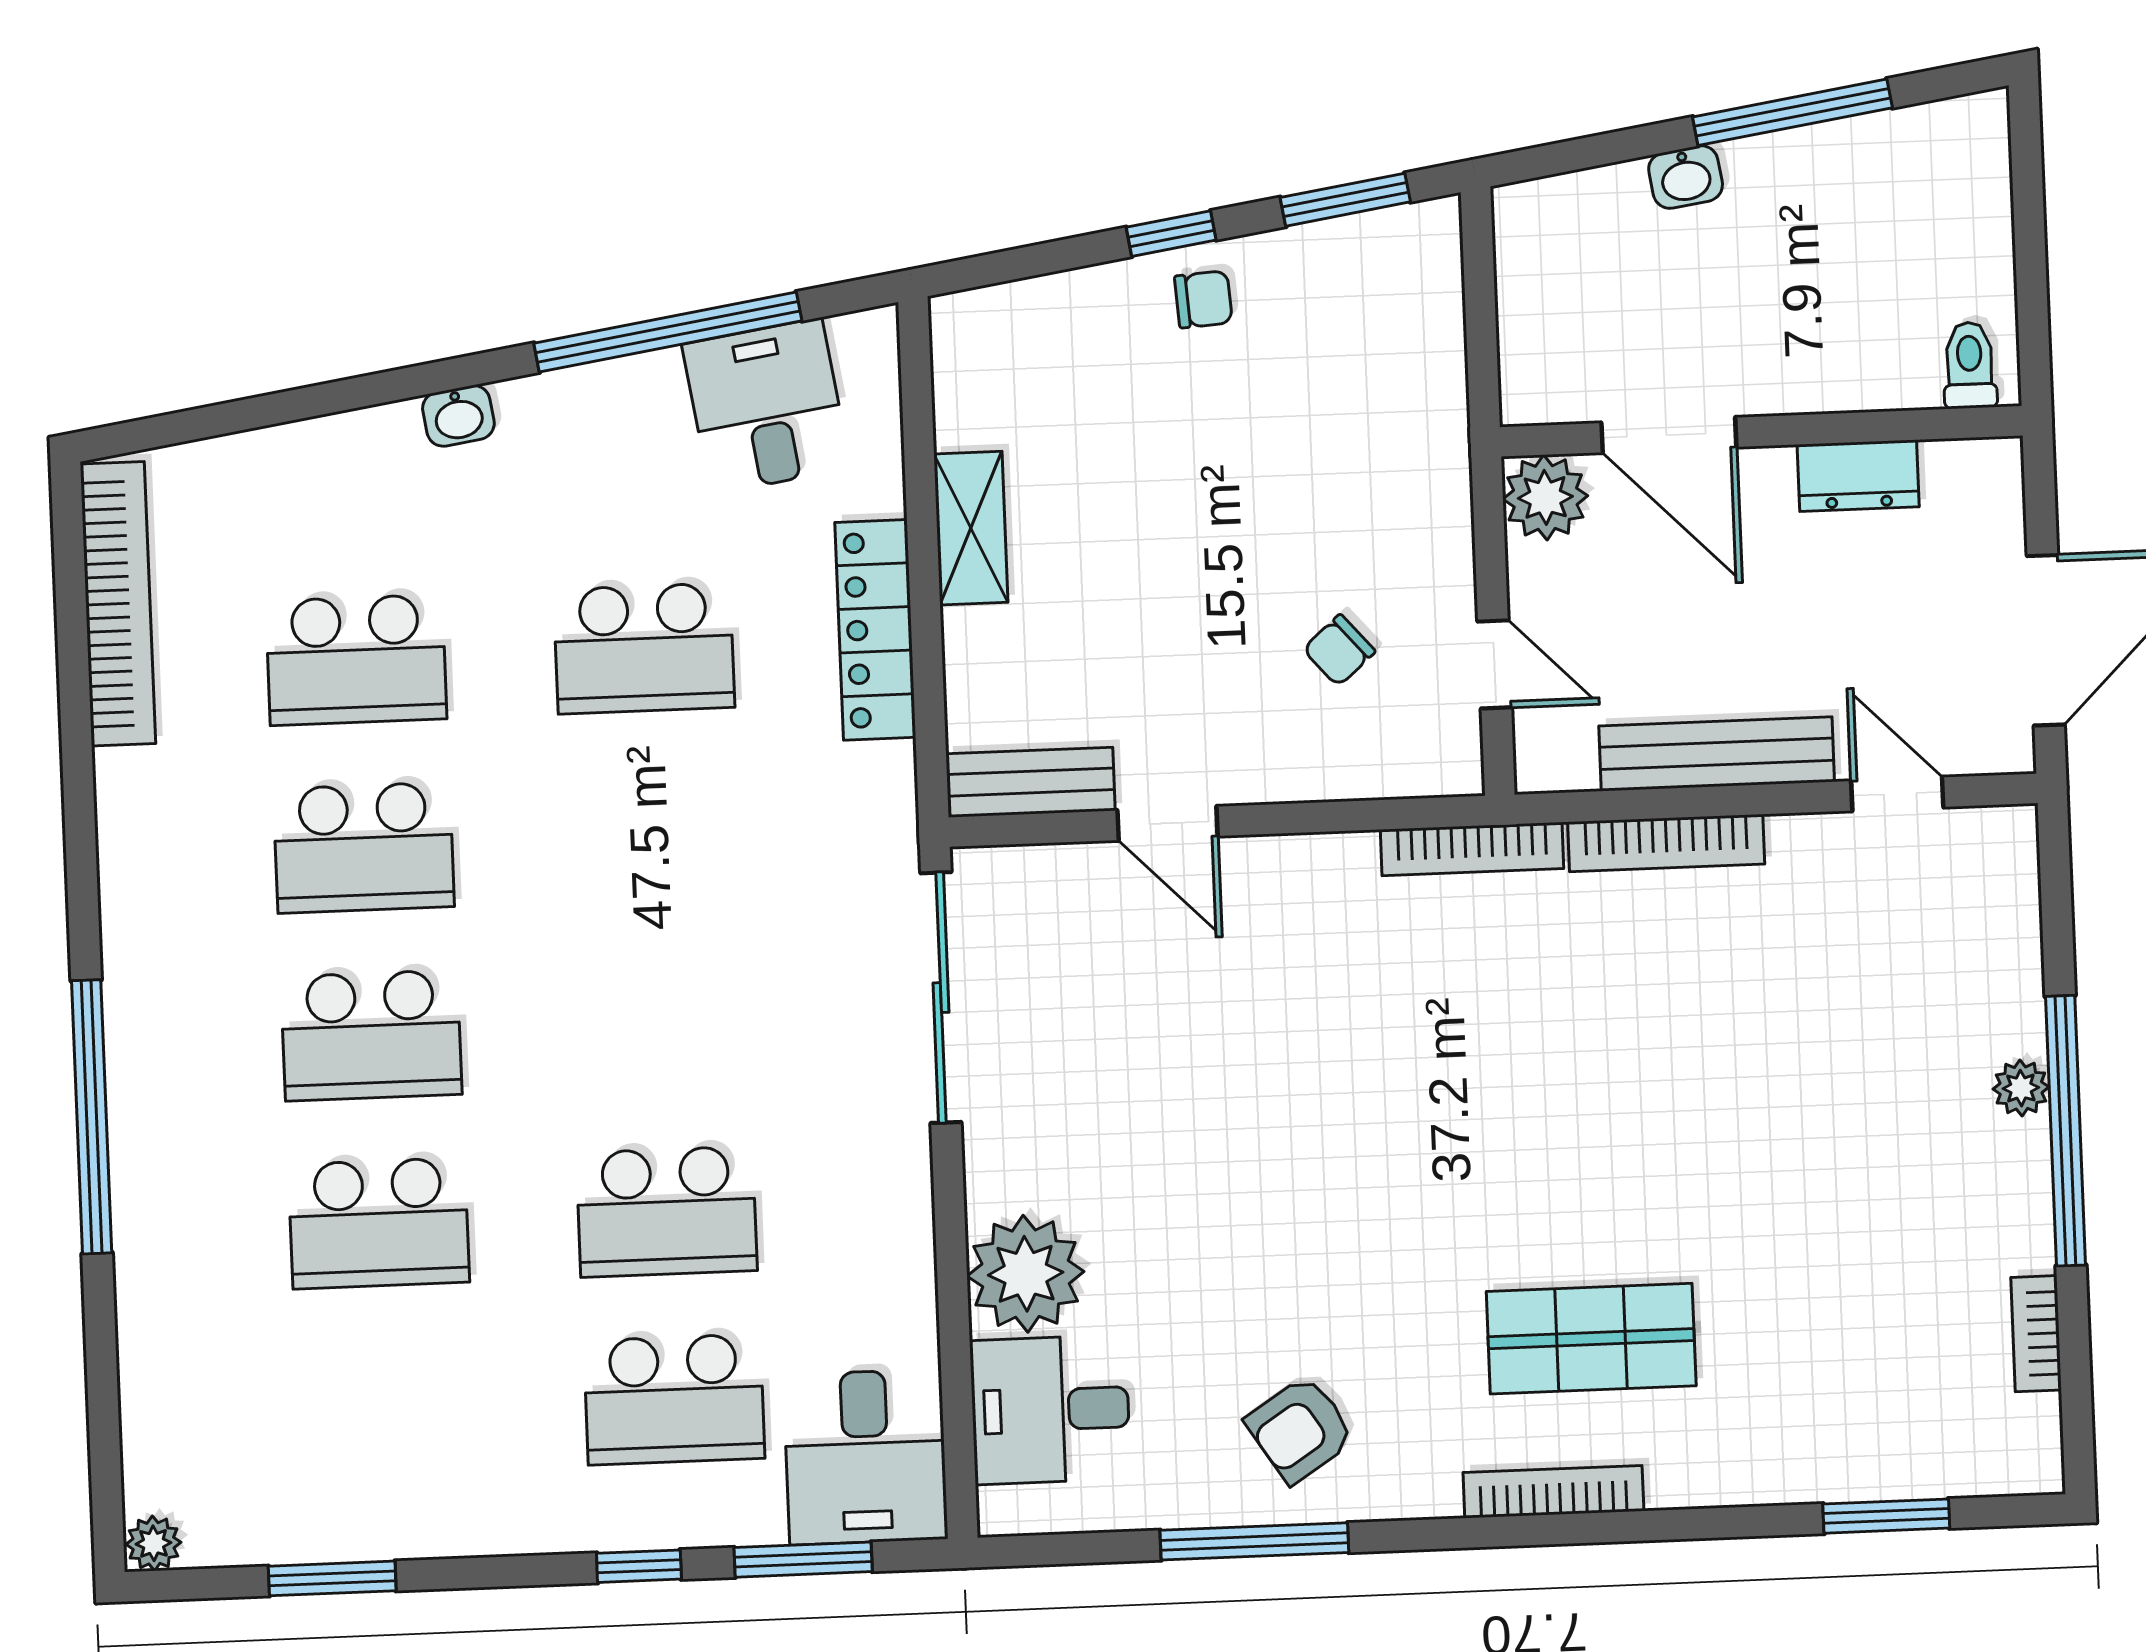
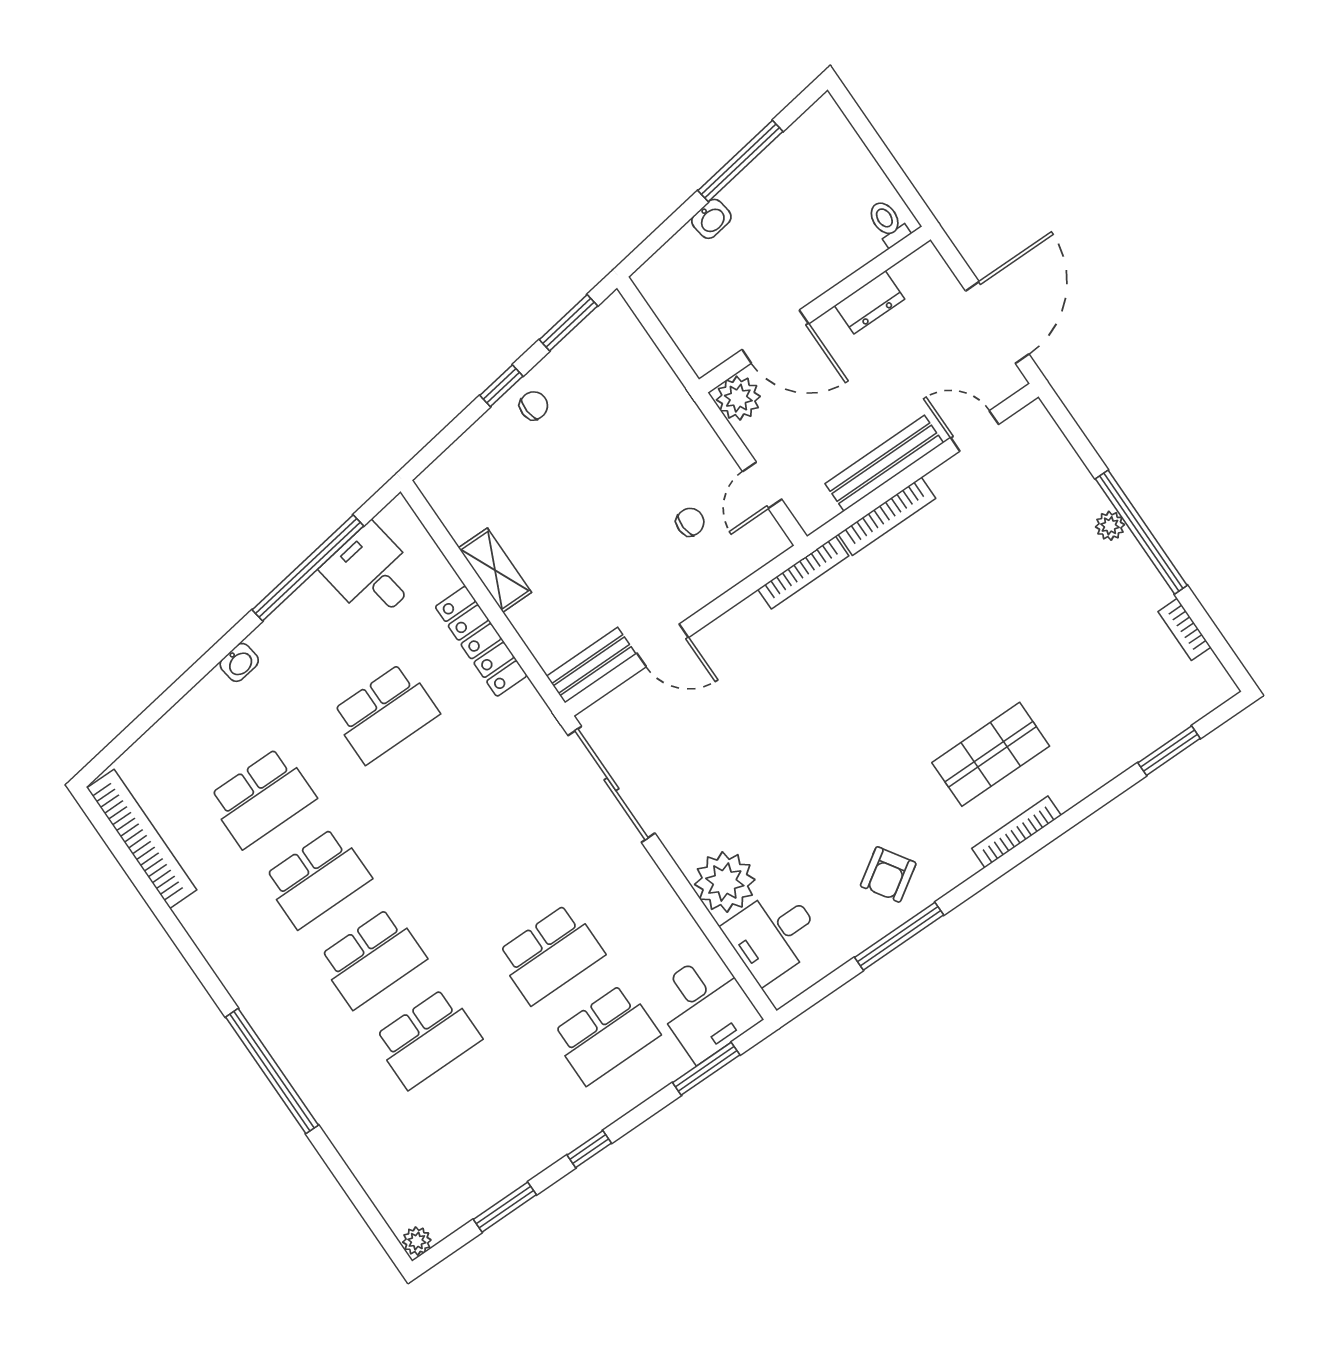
chair: (1339, 650) -> (690, 522), turned -142
door: (1495, 664) -> (762, 485), swing flipped
window: (639, 1566) -> (589, 1149), moved

